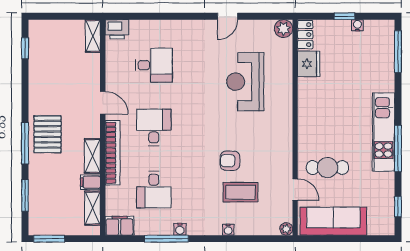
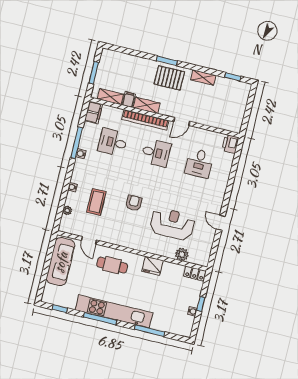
plant: (284, 29) -> (182, 254), moved
shelving: (93, 36) -> (203, 78), moved
window: (398, 52) -> (150, 331), moved
fridge: (309, 64) -> (153, 266), moved
kitchen unit: (384, 132) -> (114, 311), width x1.36
window: (25, 143) -> (167, 61), width x0.69
armchair: (230, 161) -> (134, 203), moved
cafe table: (327, 168) -> (112, 265), moved, turned 90
door: (295, 189) -> (89, 240), hinge flipped
window: (25, 195) -> (131, 52), removed
plant: (286, 229) -> (67, 210), moved
window: (49, 239) -> (94, 73), moved

